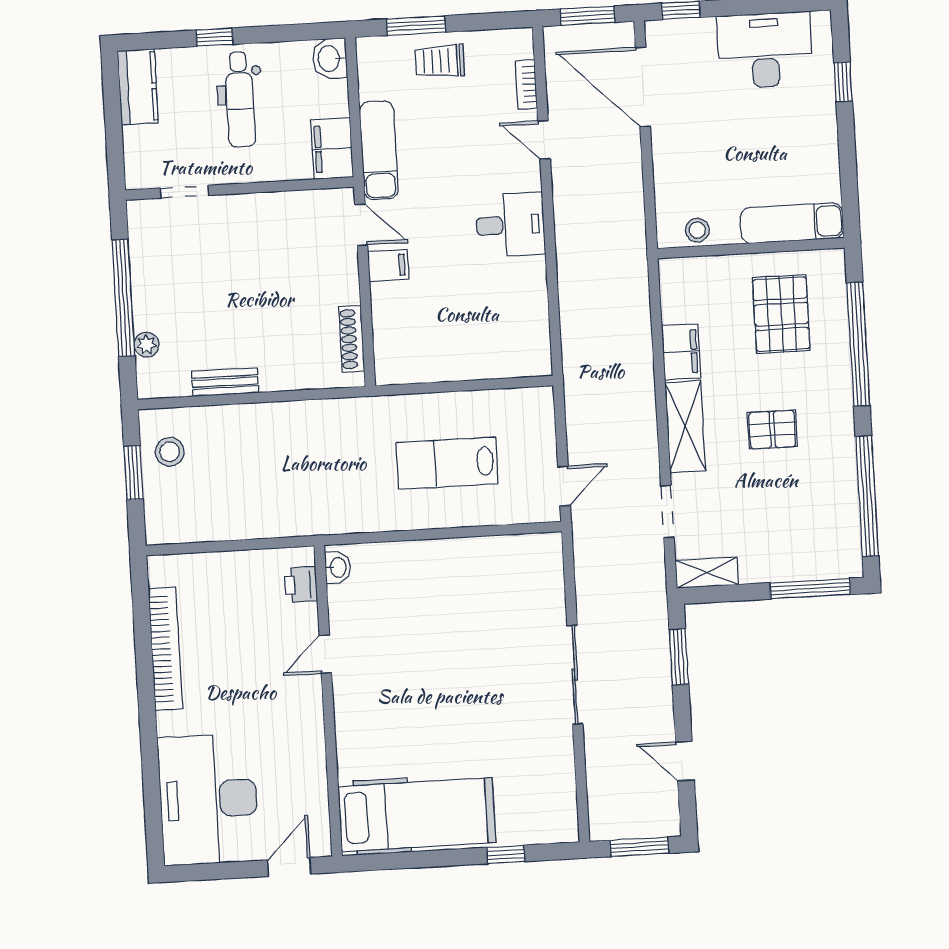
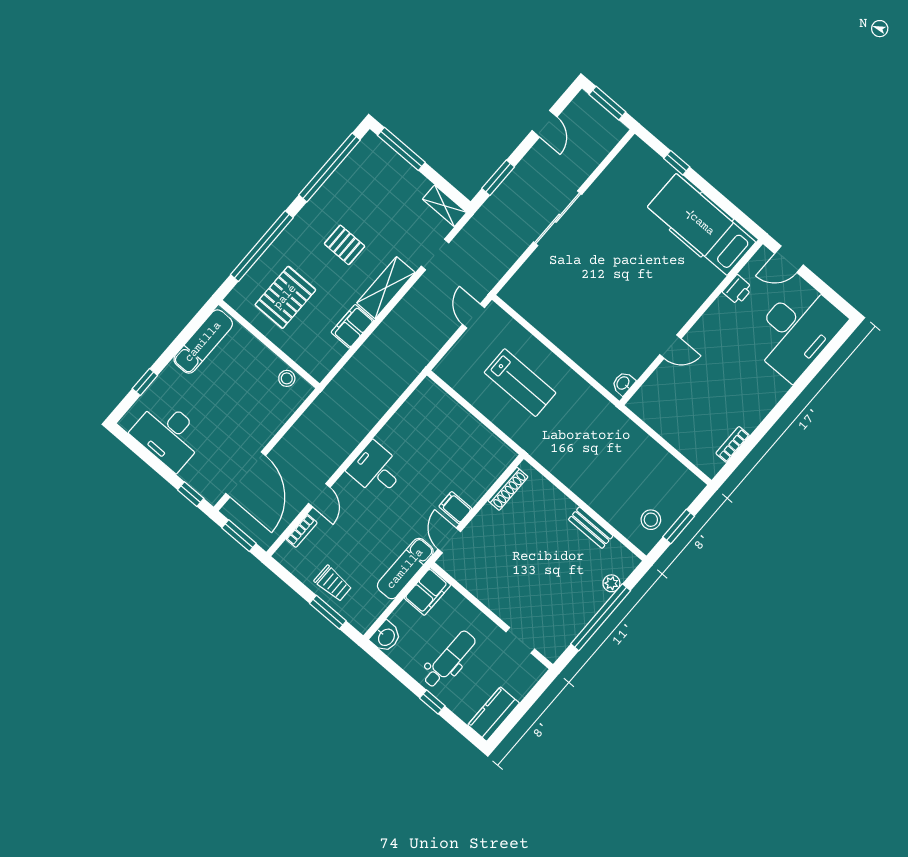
exam couch: (792, 223) -> (203, 342), moved, turned -90
door: (564, 486) -> (474, 316), hinge flipped
printer: (301, 585) -> (738, 290), moved
bookcase: (165, 649) -> (733, 444), width x0.43, depth x0.76

